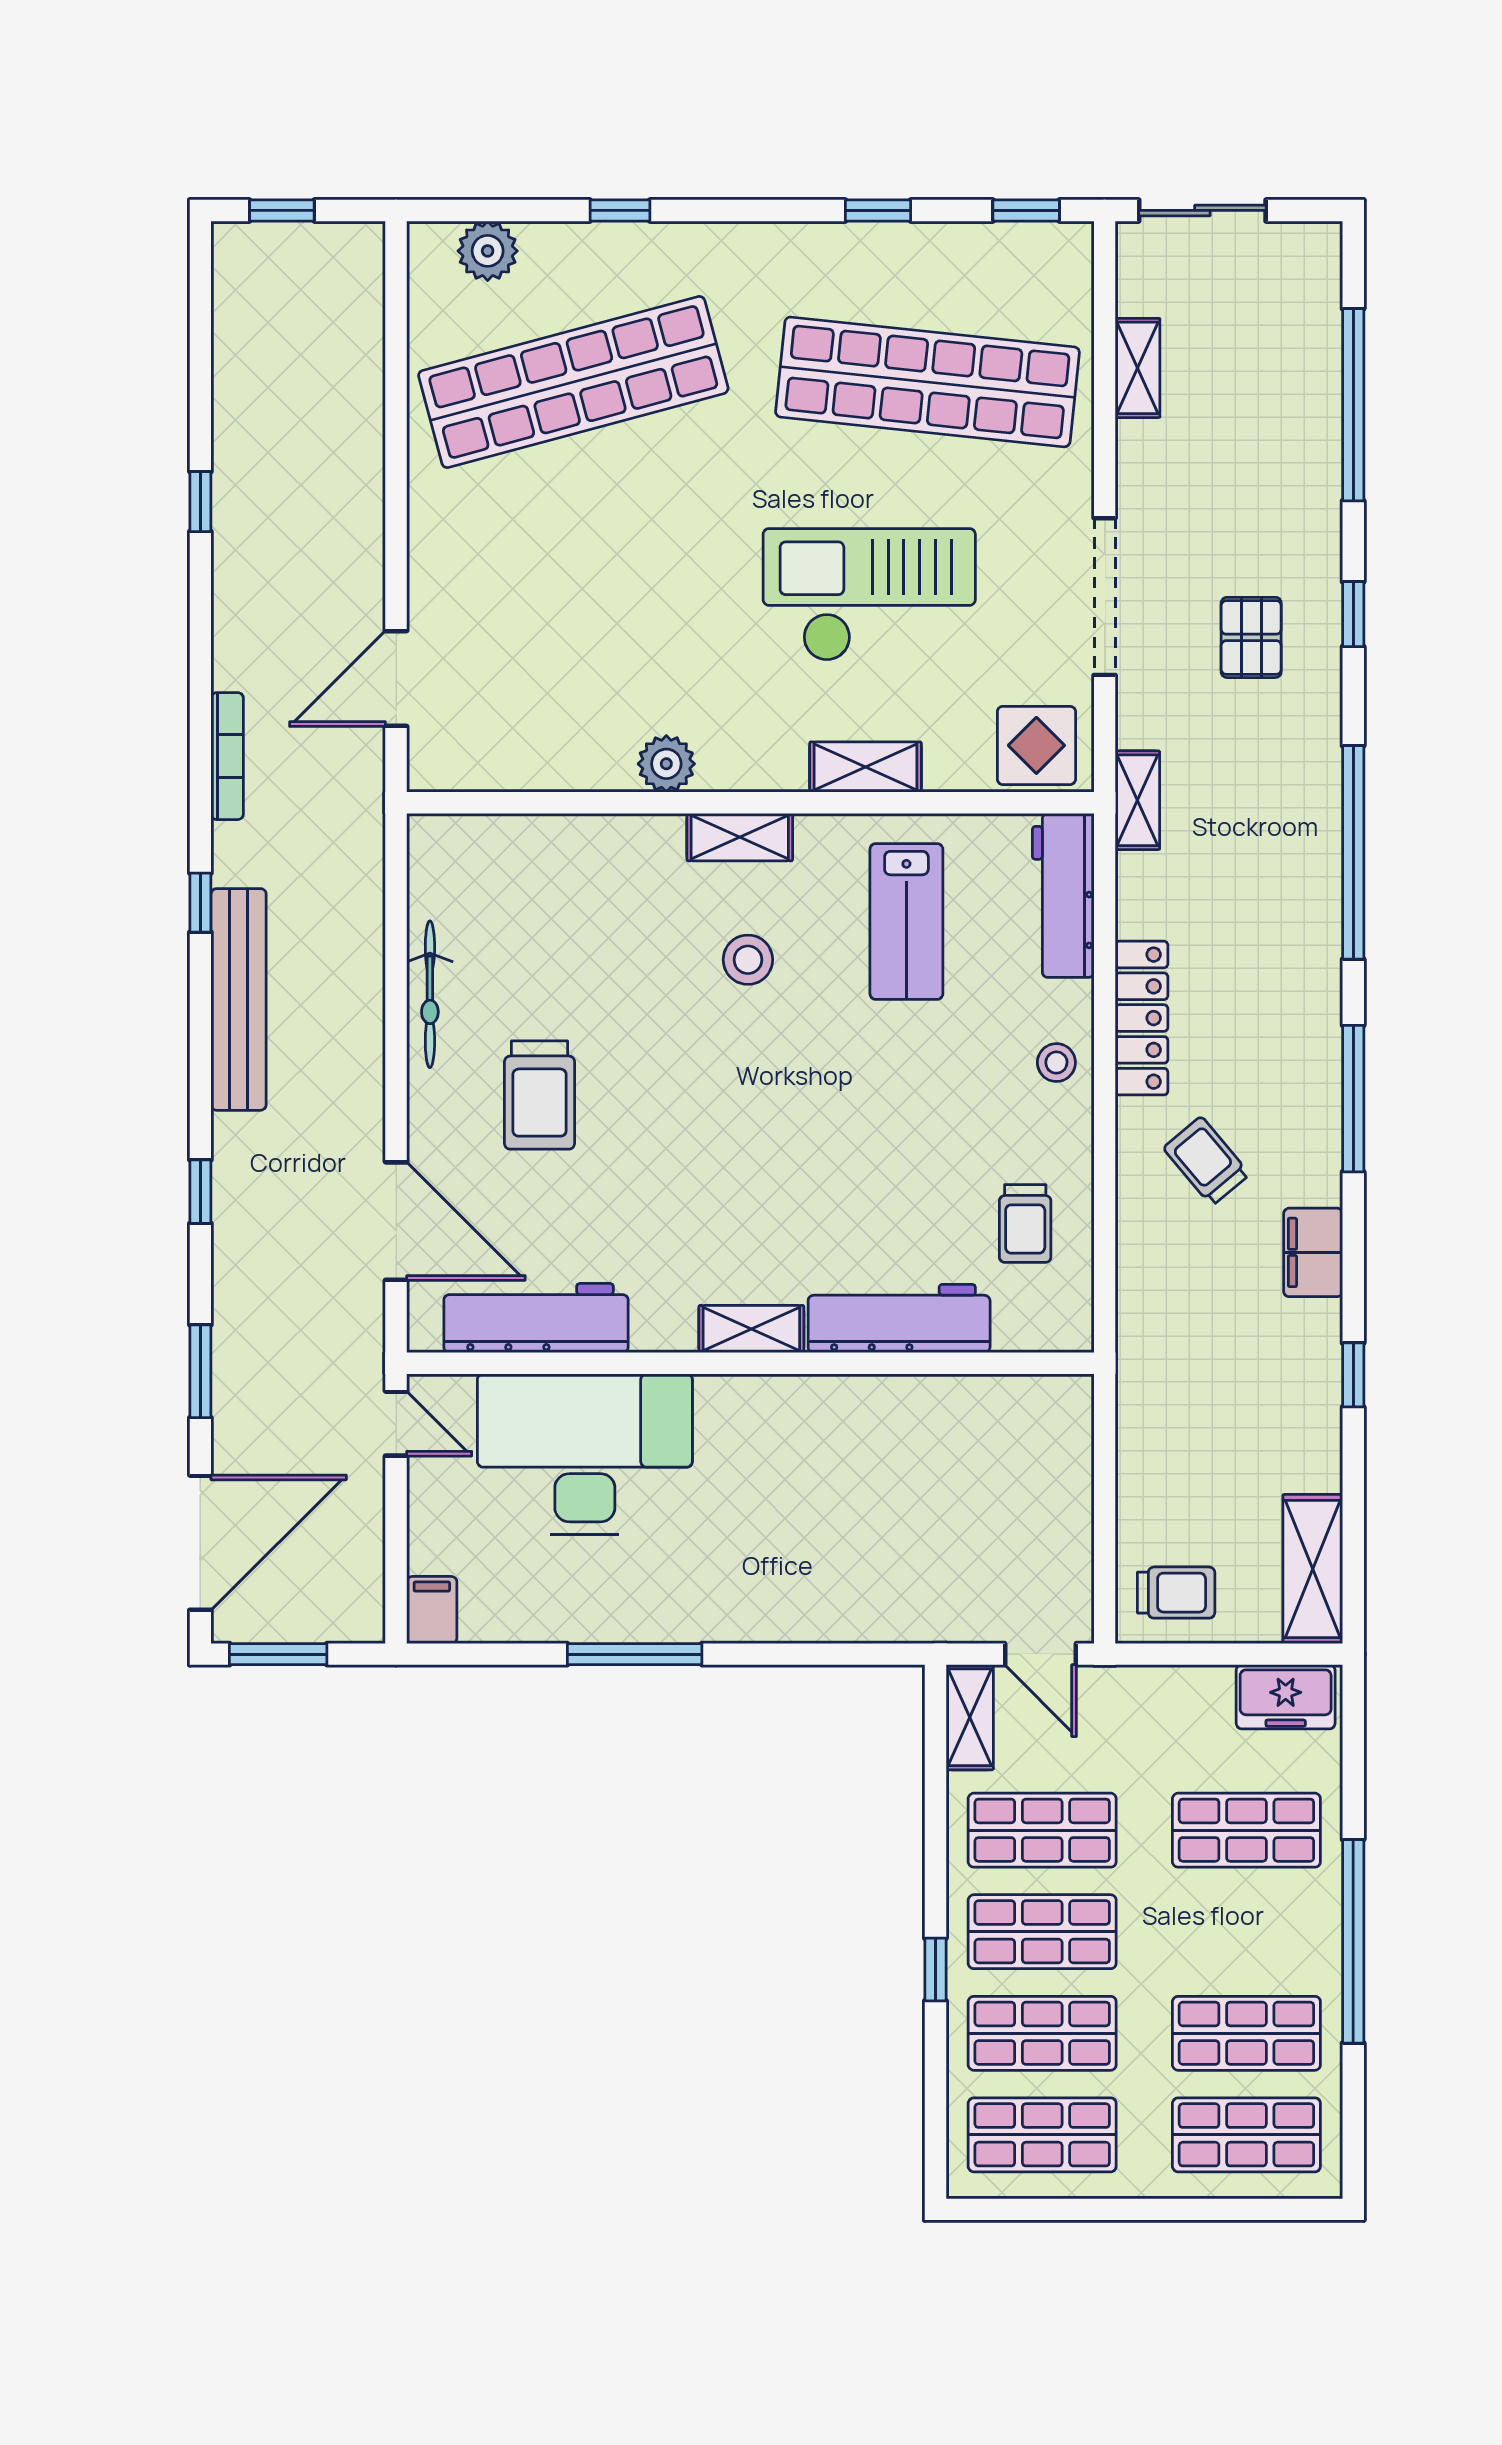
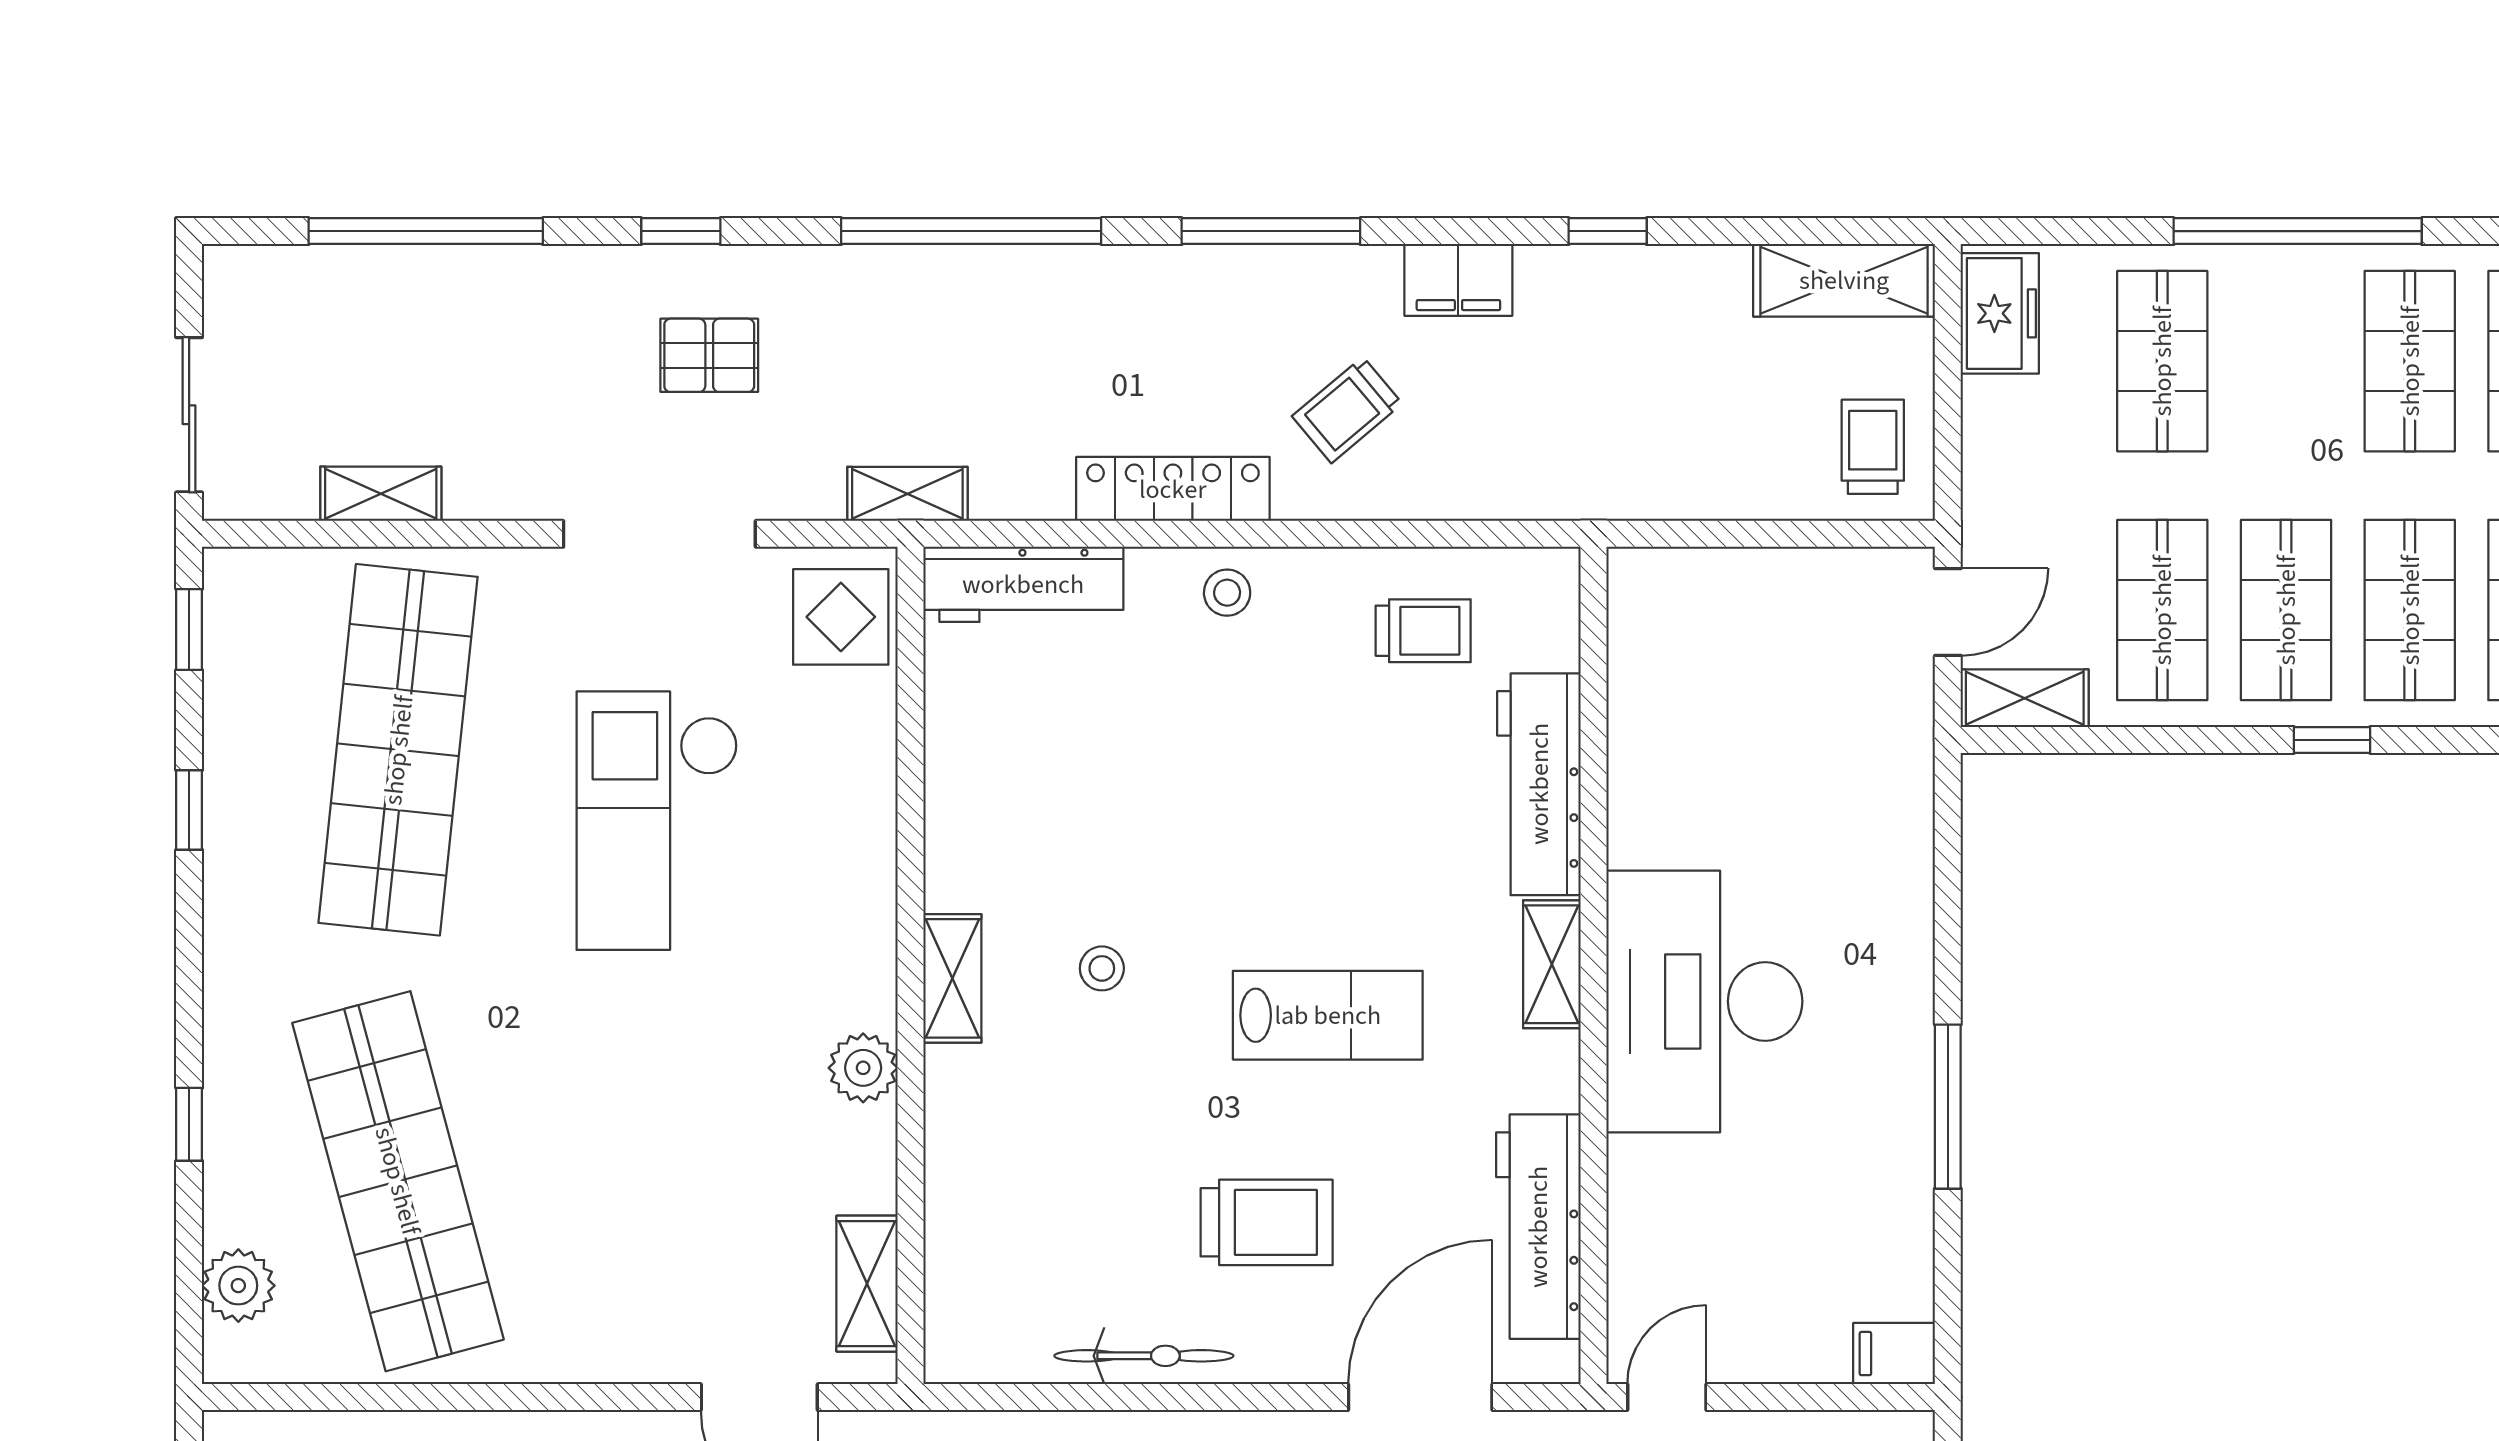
shelving: (866, 767) -> (867, 1284), moved
lab bench: (906, 922) -> (1328, 1015), moved
stool: (748, 960) -> (1102, 968), width x0.73, depth x0.73
desk: (585, 1454) -> (1704, 1001), moved

